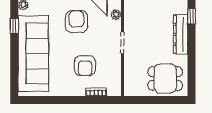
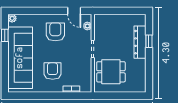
window: (192, 16) -> (149, 41), moved
armchair: (85, 66) -> (53, 71), moved, turned 180
dining table: (165, 79) -> (111, 72), moved

